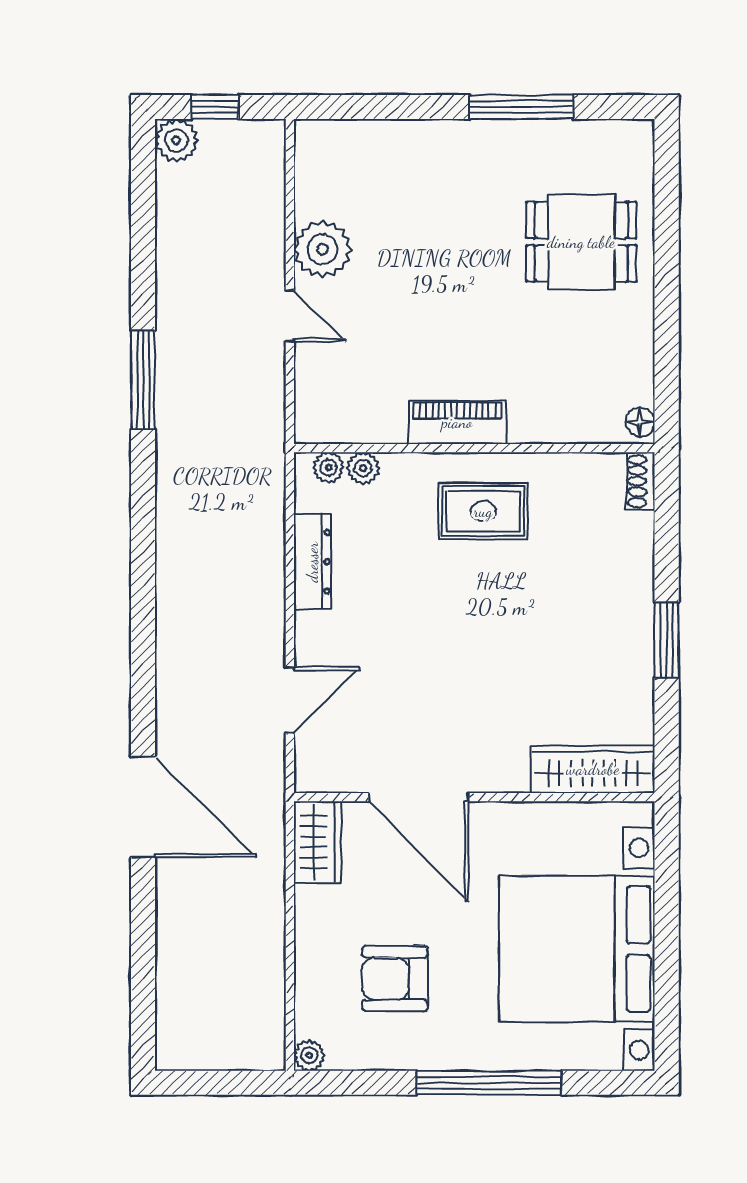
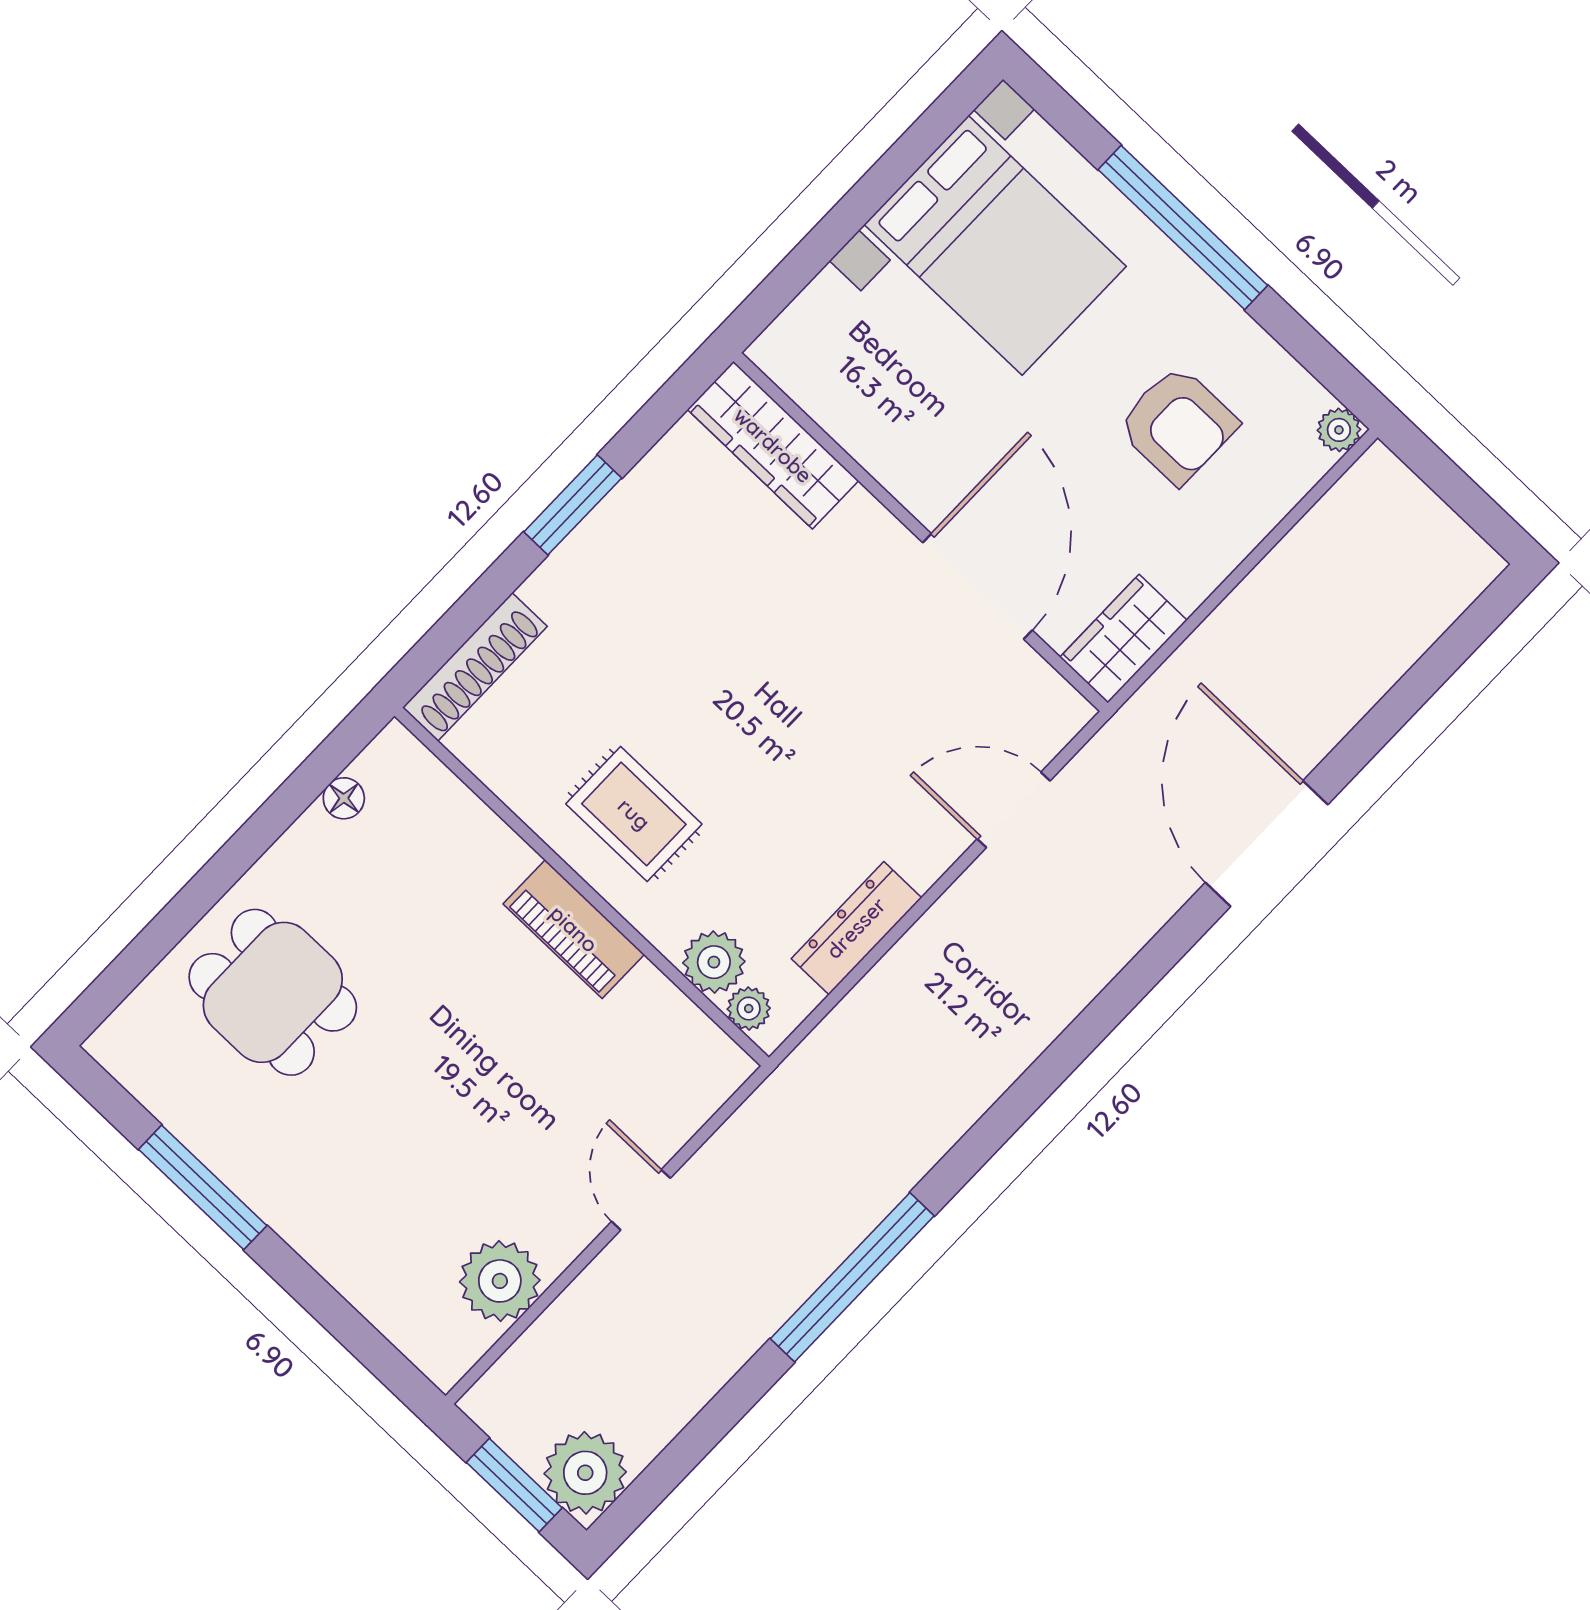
window: (215, 107) -> (514, 1485), width x1.50
plant: (176, 140) -> (585, 1473), width x1.36, depth x1.36
plant: (323, 249) -> (500, 1281), moved
window: (143, 380) -> (852, 1277), width x1.46
floor lamp: (640, 422) -> (344, 798), moved
plant: (363, 468) -> (714, 962), width x1.38, depth x1.38
shoe rack: (641, 481) -> (475, 667), width x1.94, depth x1.24
bed with nightstands: (577, 949) -> (995, 245), width x0.73

